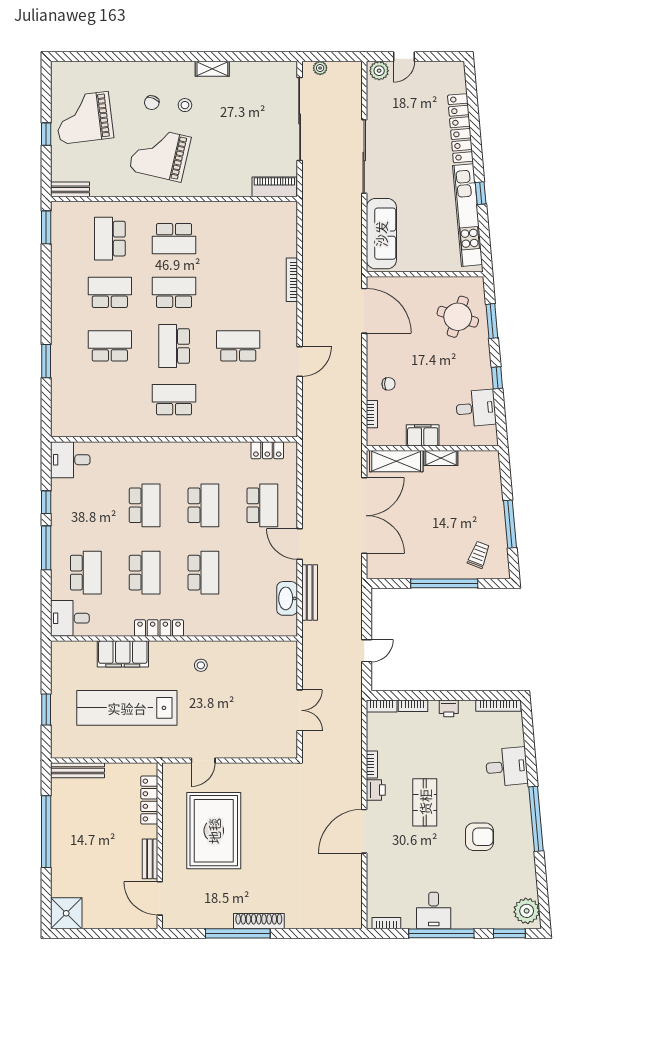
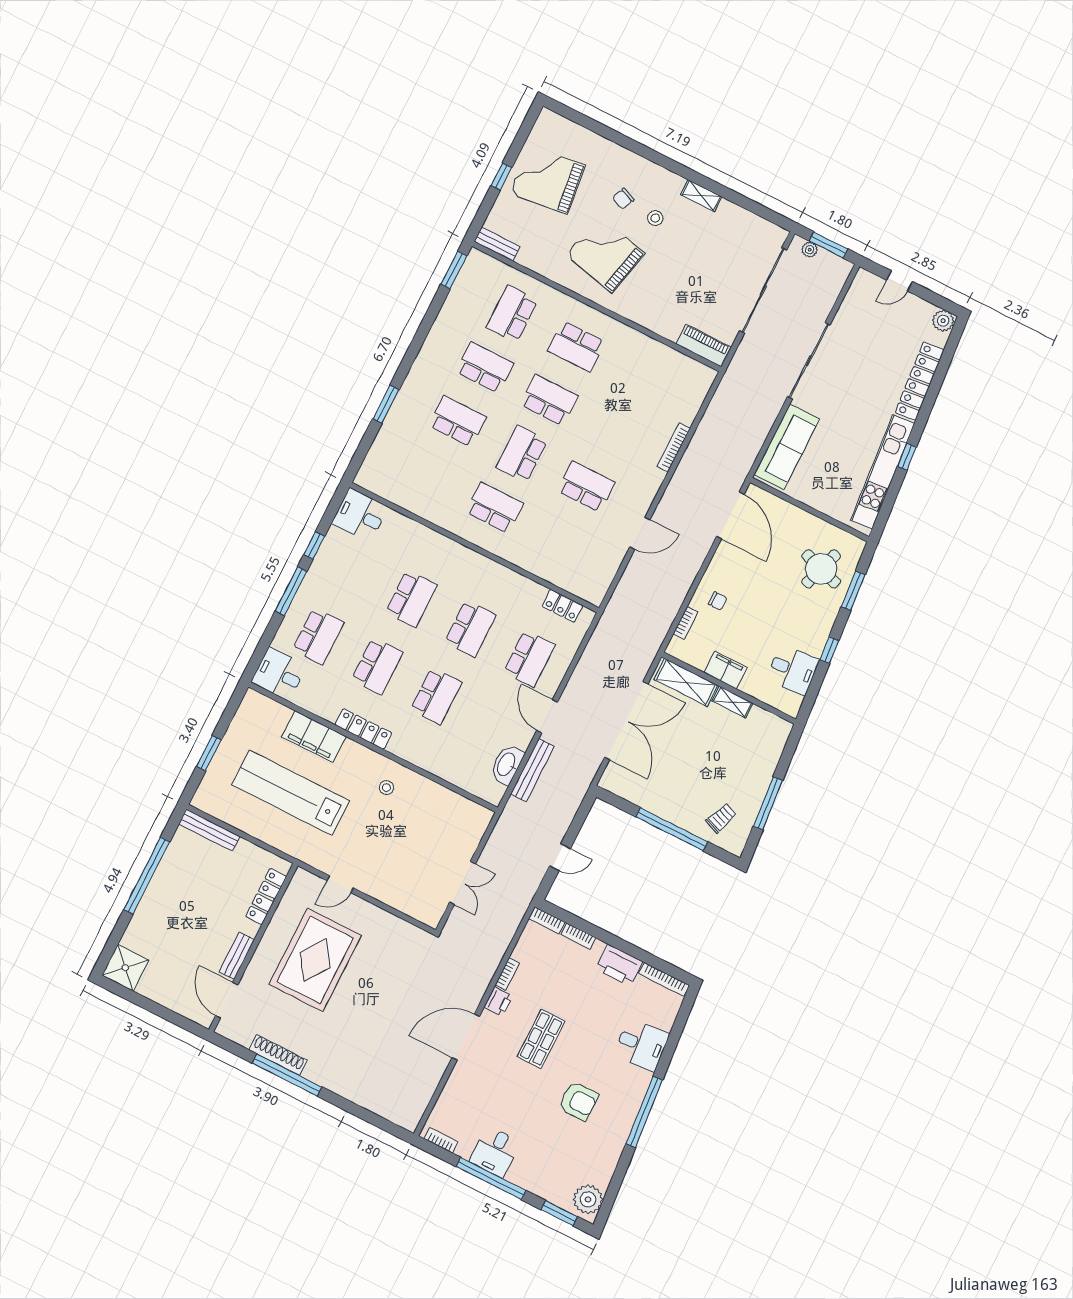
window: (333, 57) -> (828, 245), added
plant: (379, 71) -> (943, 321), moved
printer: (449, 708) -> (619, 965), width x1.87, depth x1.48
shoe rack: (259, 921) -> (278, 1055), moved

